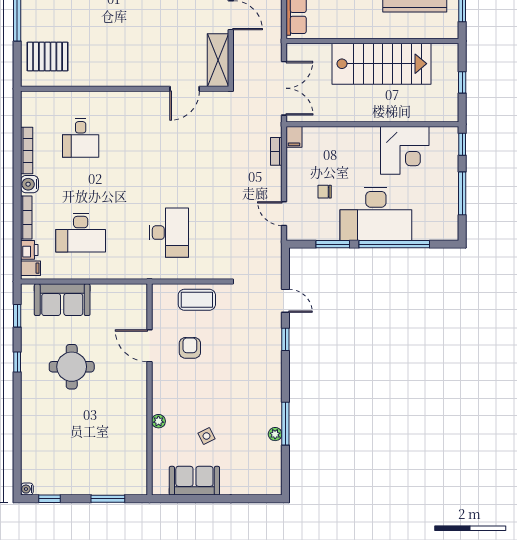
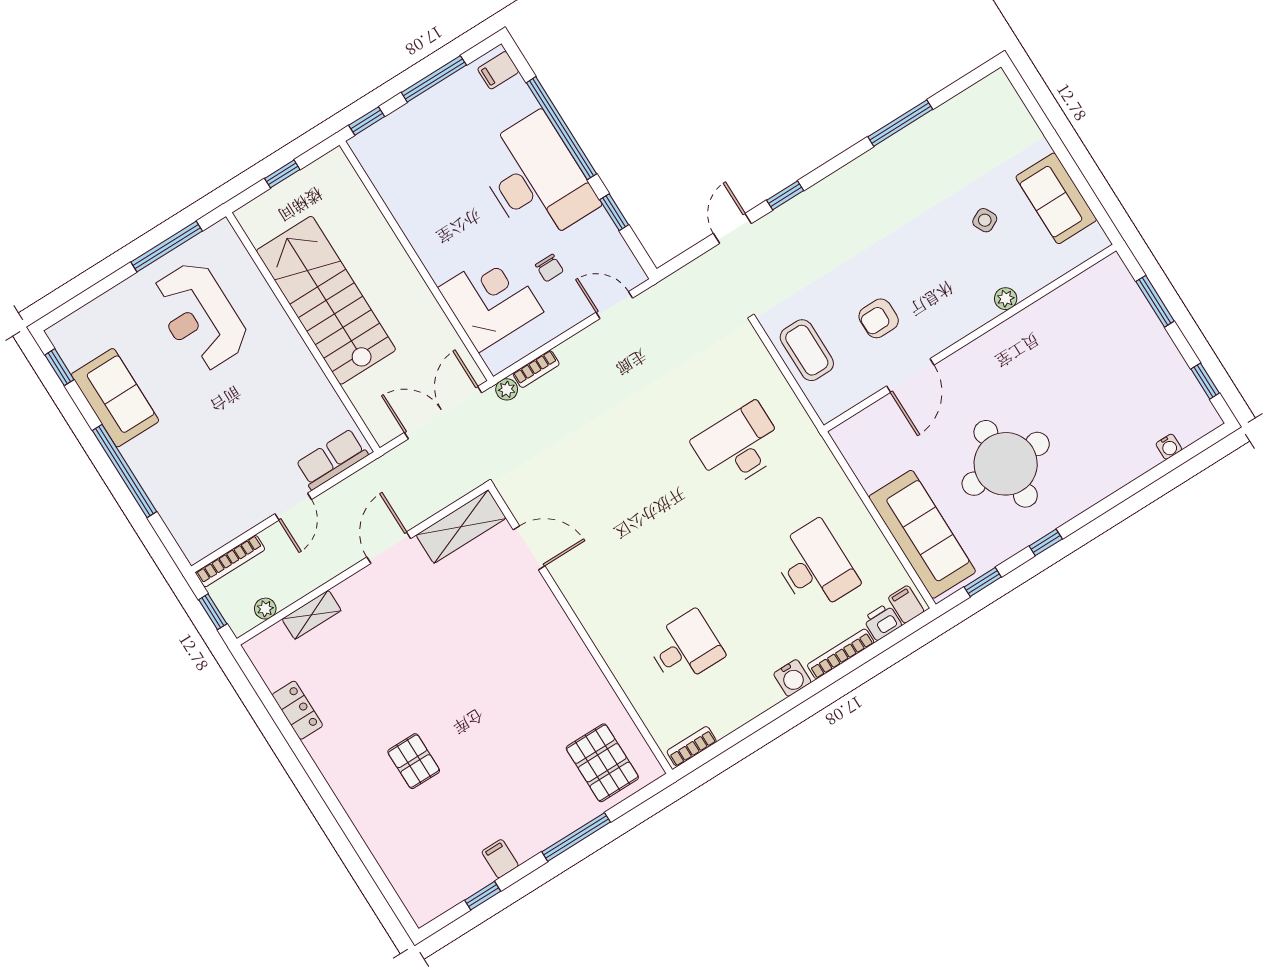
filing cabinet: (294, 137) -> (498, 70), moved, turned 180
corner desk: (405, 150) -> (491, 300), moved
bookcase: (27, 151) -> (692, 746), moved, width x0.64
door: (284, 214) -> (614, 305), swing flipped
window: (333, 244) -> (614, 212), width x0.67
sofa: (62, 300) -> (922, 534), width x1.36
round table: (72, 367) -> (1006, 464), width x1.36, depth x1.36
plant: (275, 434) -> (507, 389), moved
water cooler: (27, 489) -> (1169, 447), moved

